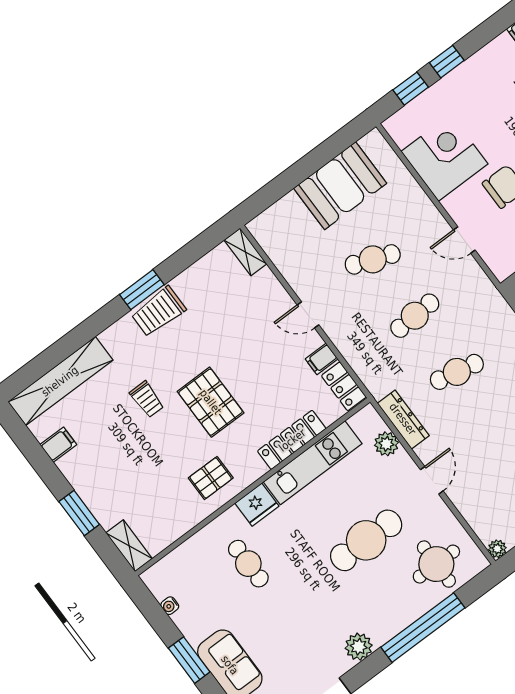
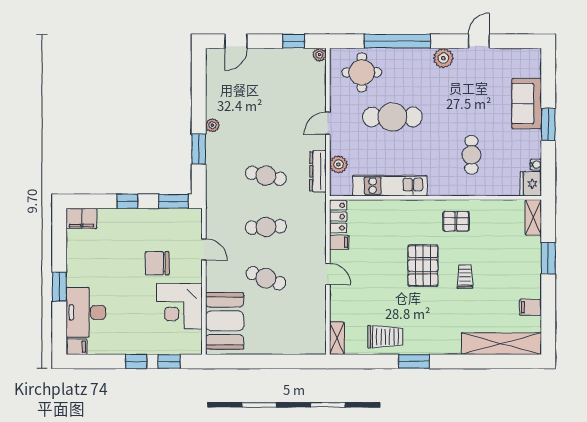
booth: (340, 186) -> (225, 321), moved, turned 90
trolley: (159, 312) -> (385, 337), moved
trolley: (147, 399) -> (465, 277), moved
locker: (292, 440) -> (392, 208), removed
fridge: (257, 505) -> (531, 184), moved, turned -90

